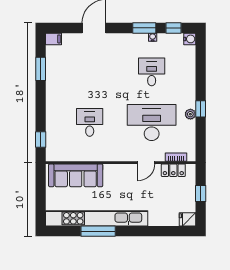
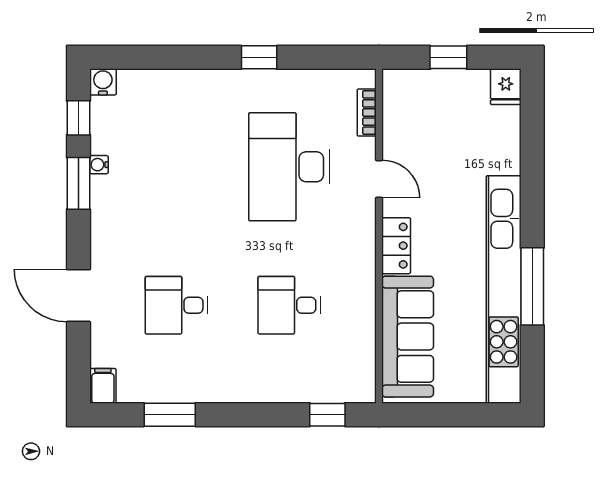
desk: (152, 72) -> (177, 305), moved
plant: (190, 114) -> (271, 80), removed
locker: (173, 170) -> (396, 246), moved

